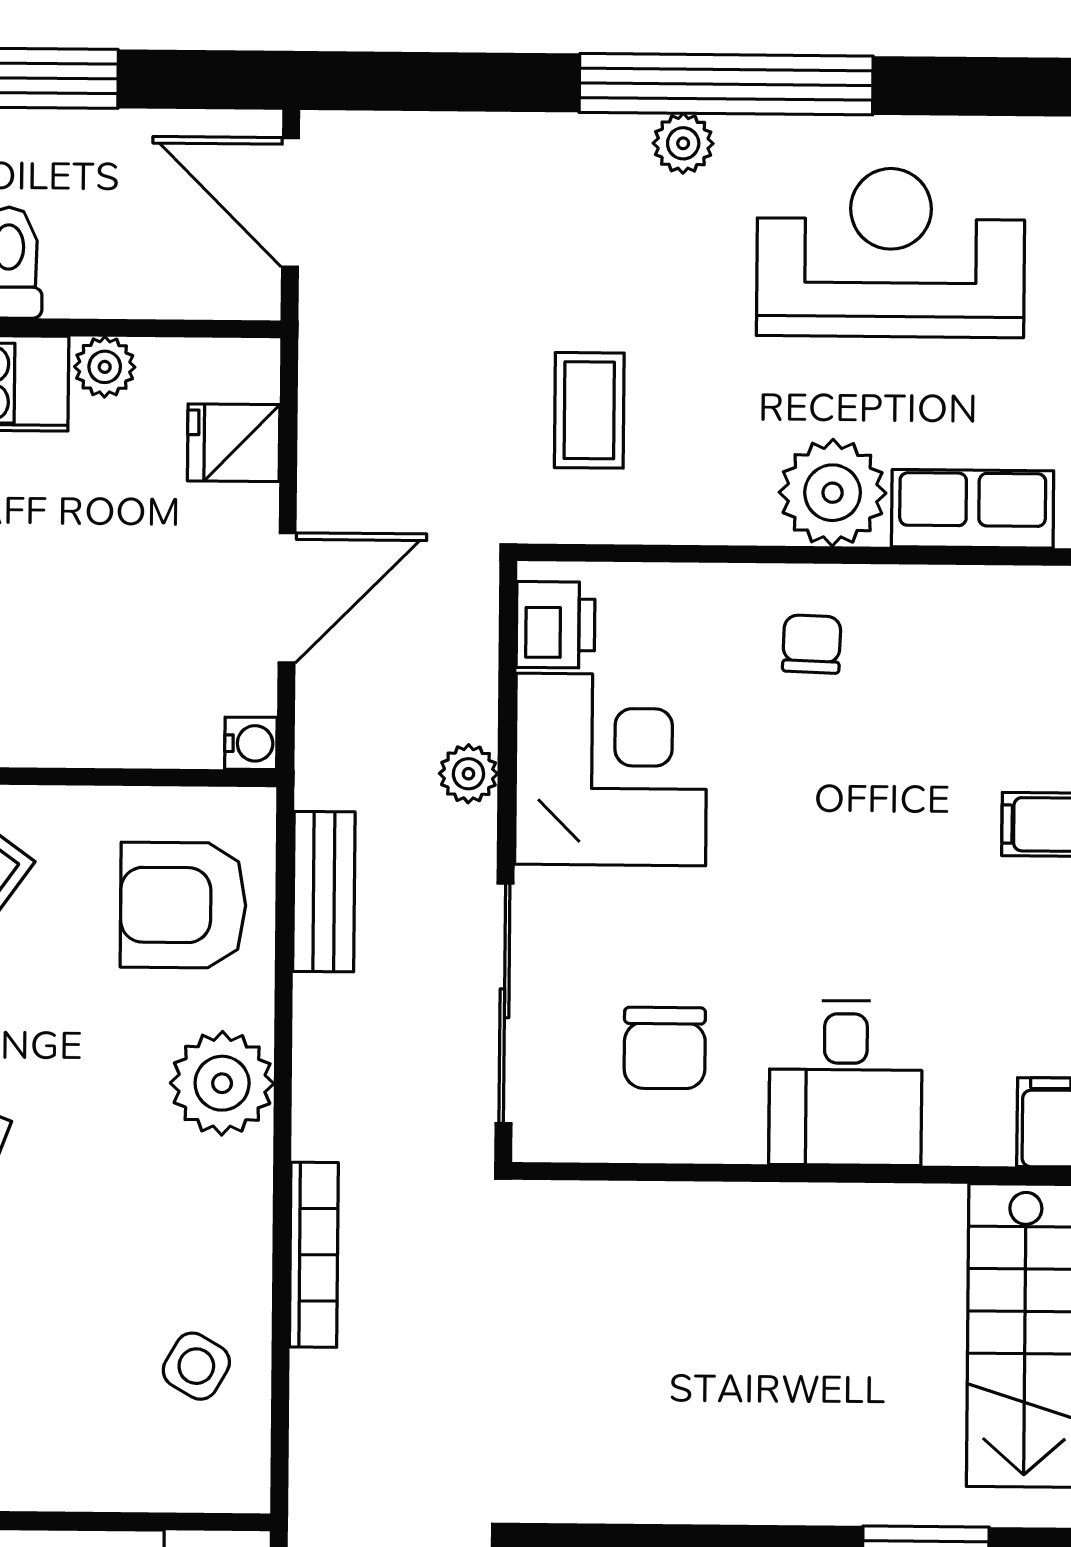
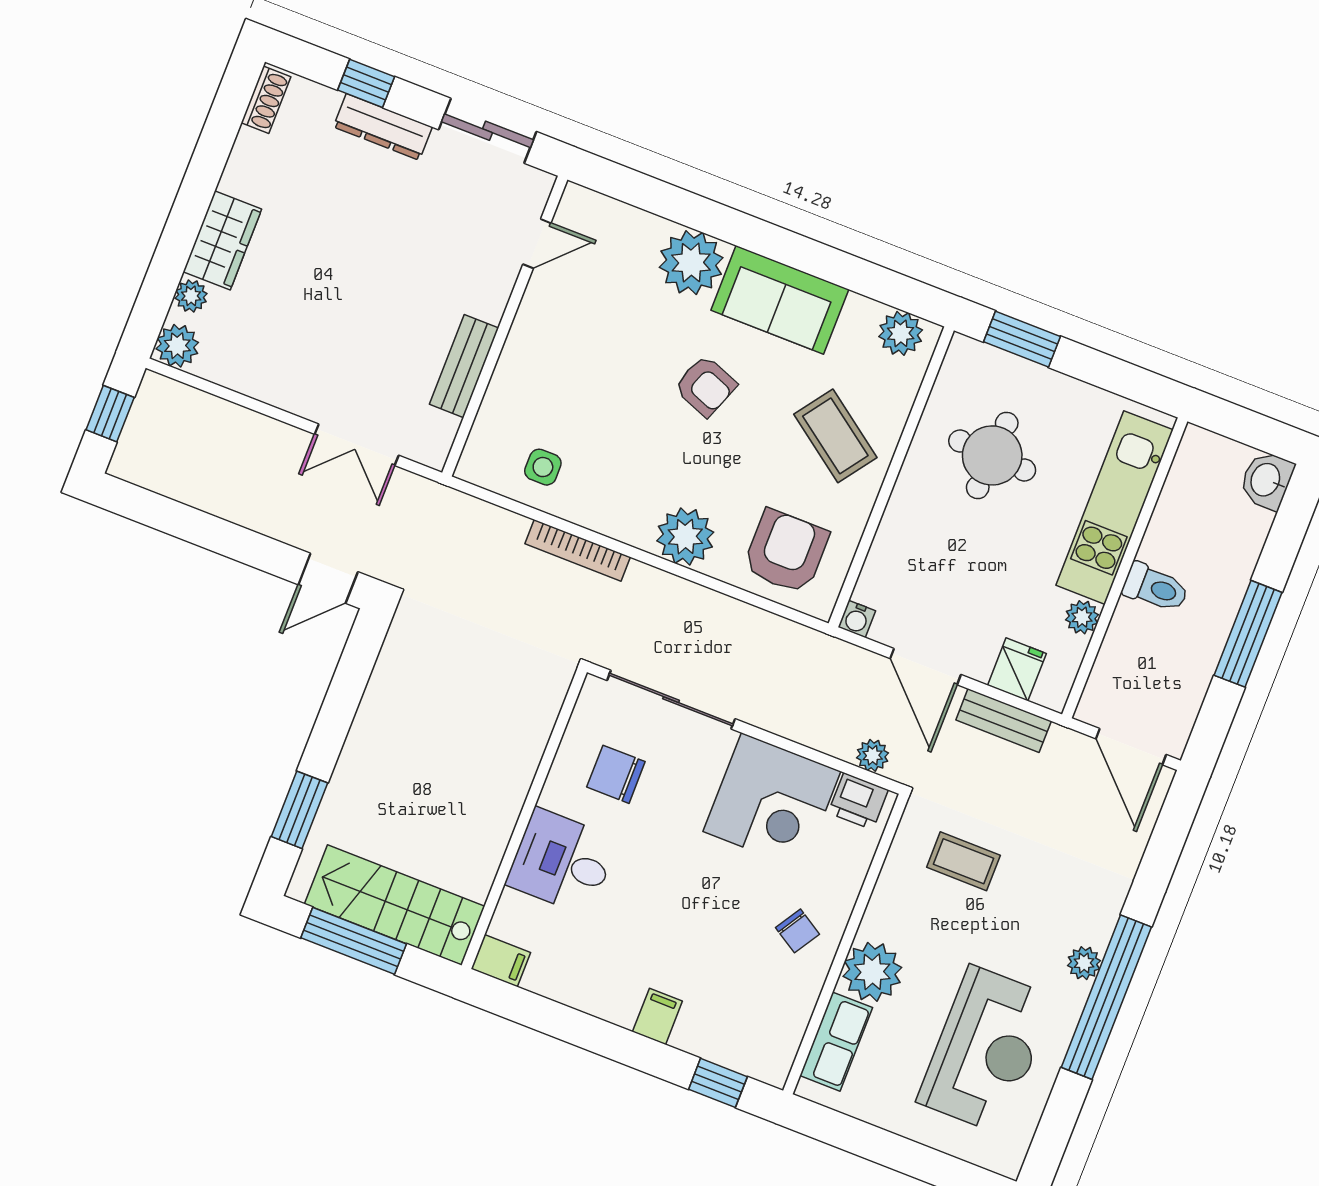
door: (291, 202) -> (1131, 747), swing flipped
chair: (812, 644) -> (798, 931), turned 30
plant: (468, 774) -> (873, 755), moved
bench: (324, 892) -> (1004, 721), moved
side table: (196, 1366) -> (543, 467), turned -30

